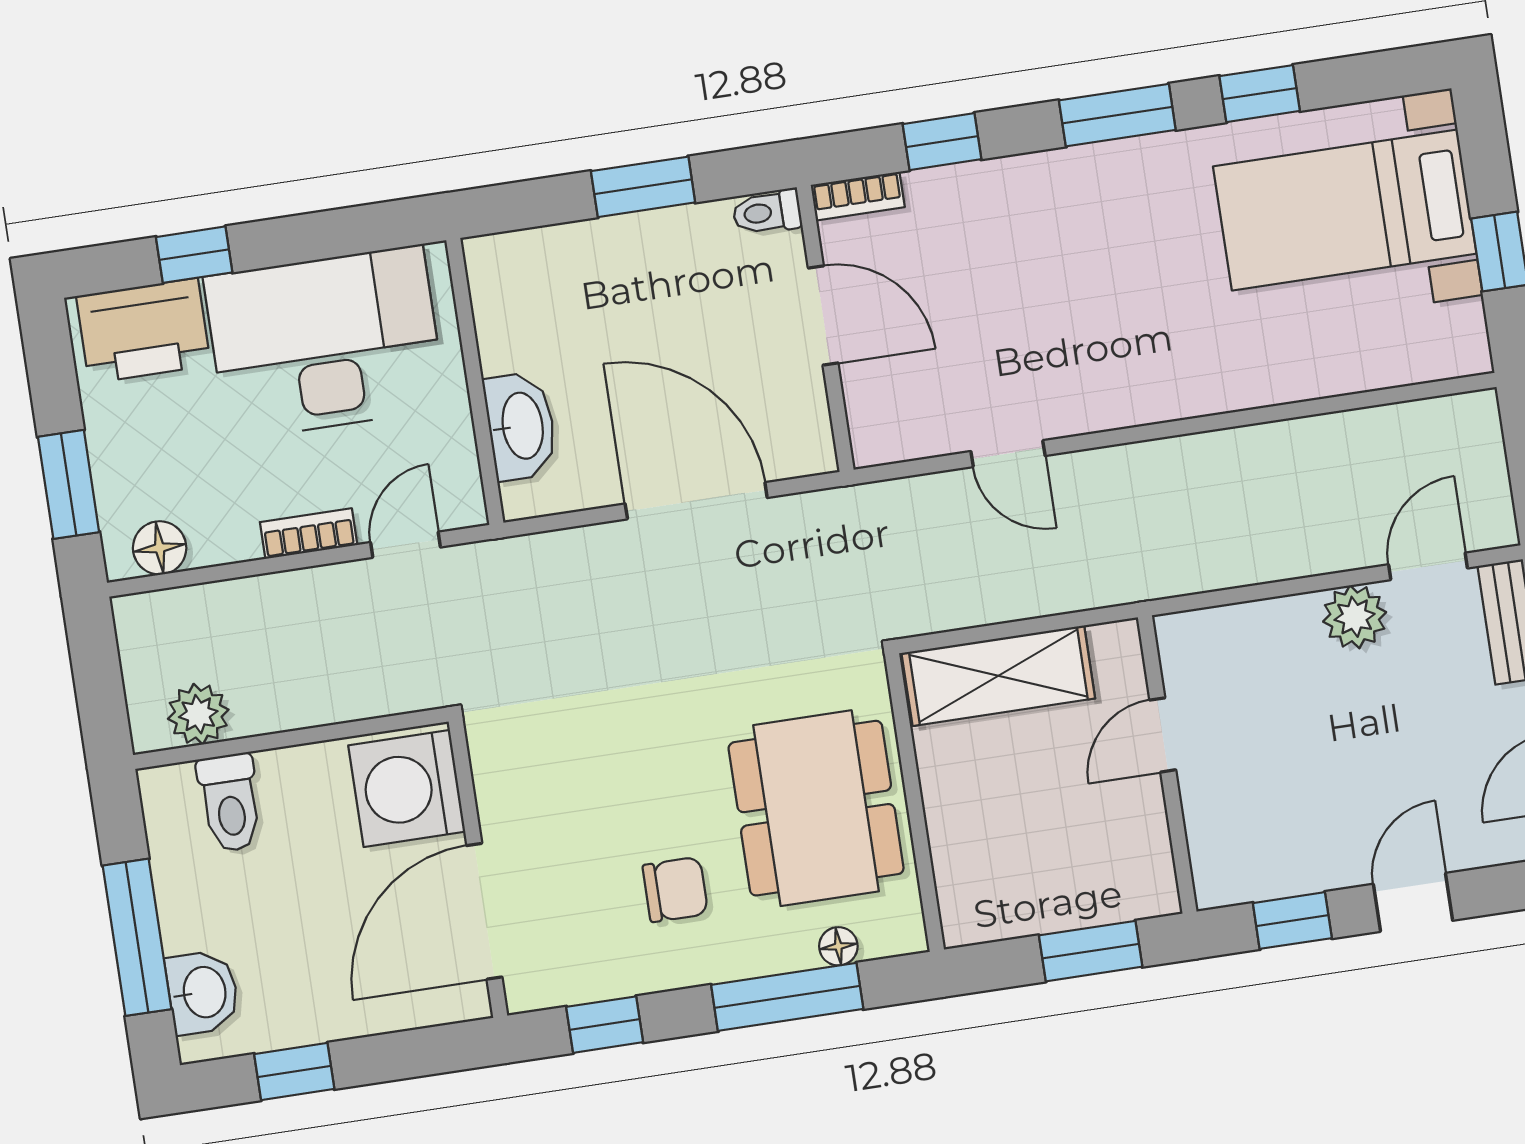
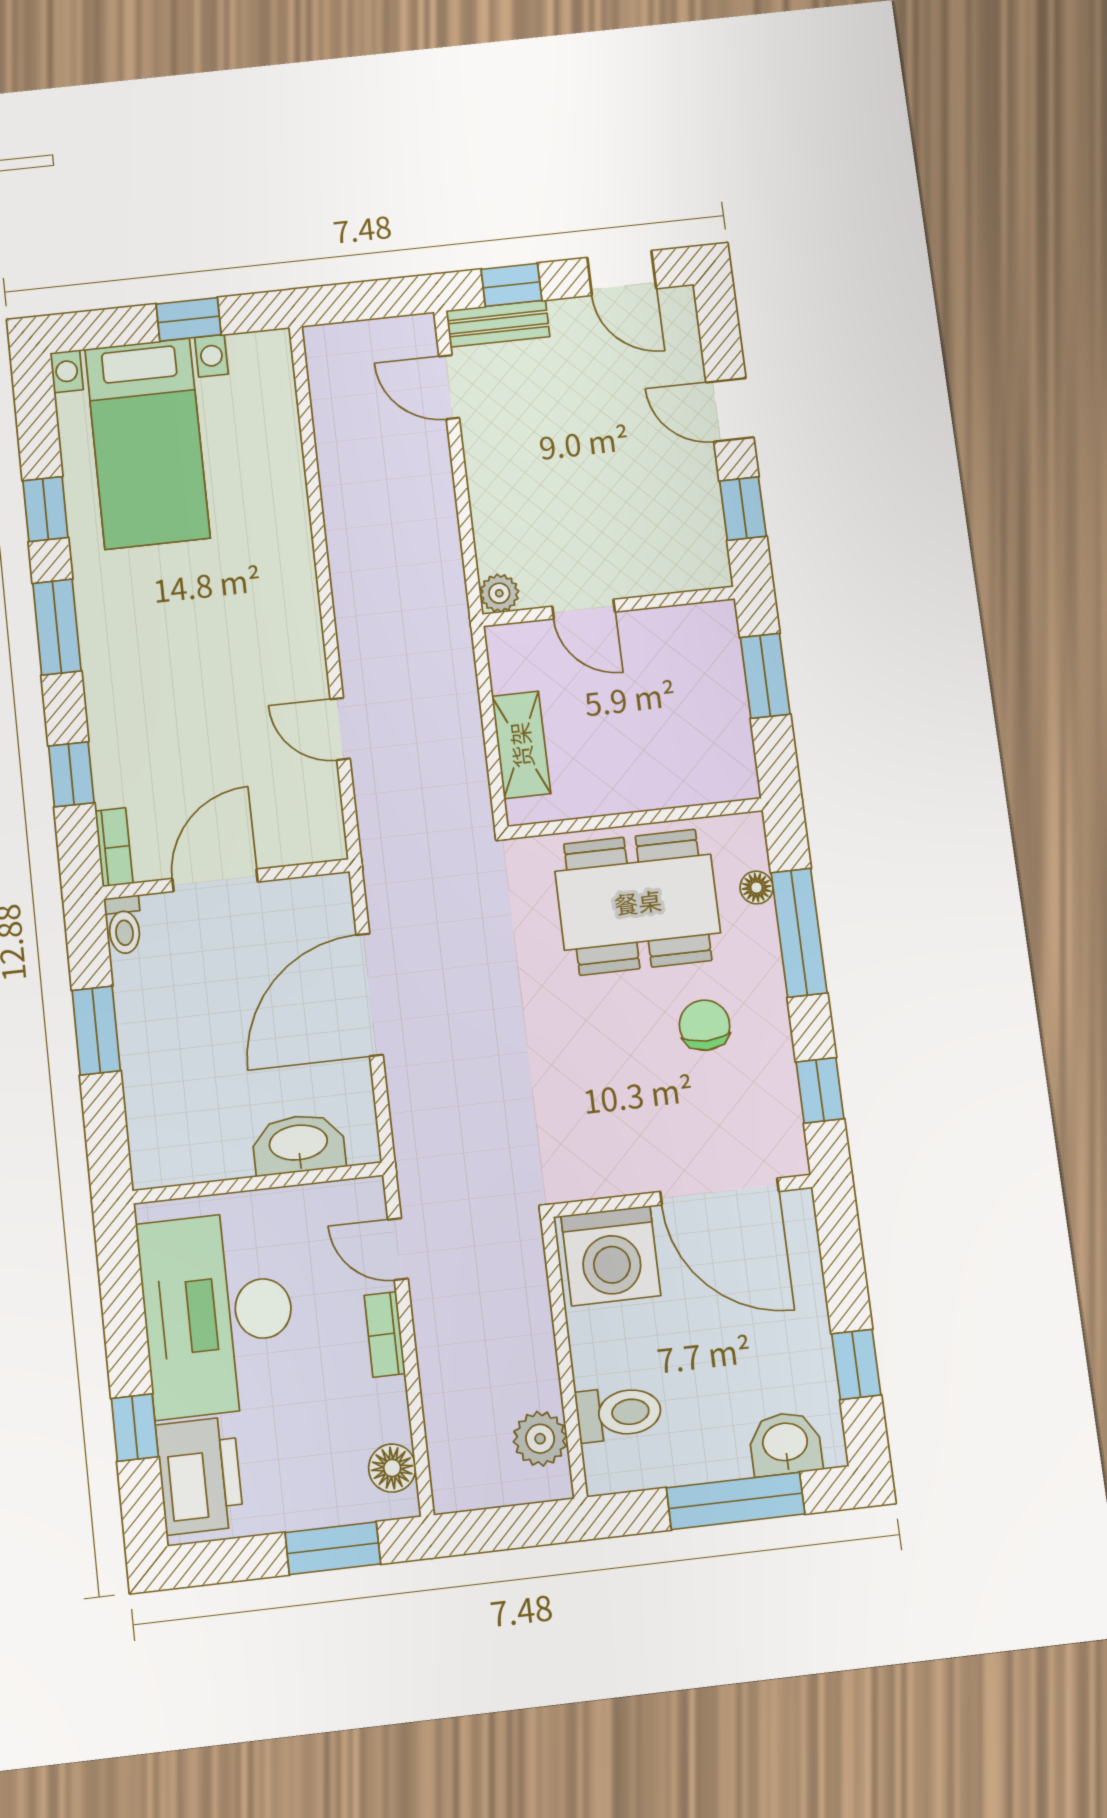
door: (1008, 454) -> (340, 729), swing flipped
plant: (1355, 617) -> (499, 593), moved, width x0.73, depth x0.73
shelving: (998, 676) -> (521, 745), width x0.67, depth x0.75

